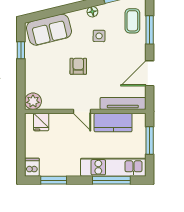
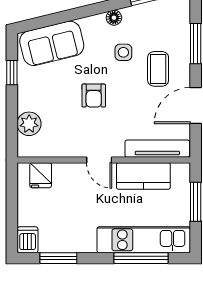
coffee table: (132, 21) -> (158, 69), moved
armchair: (78, 66) -> (94, 96), turned 180
plant: (33, 101) -> (29, 124), moved

